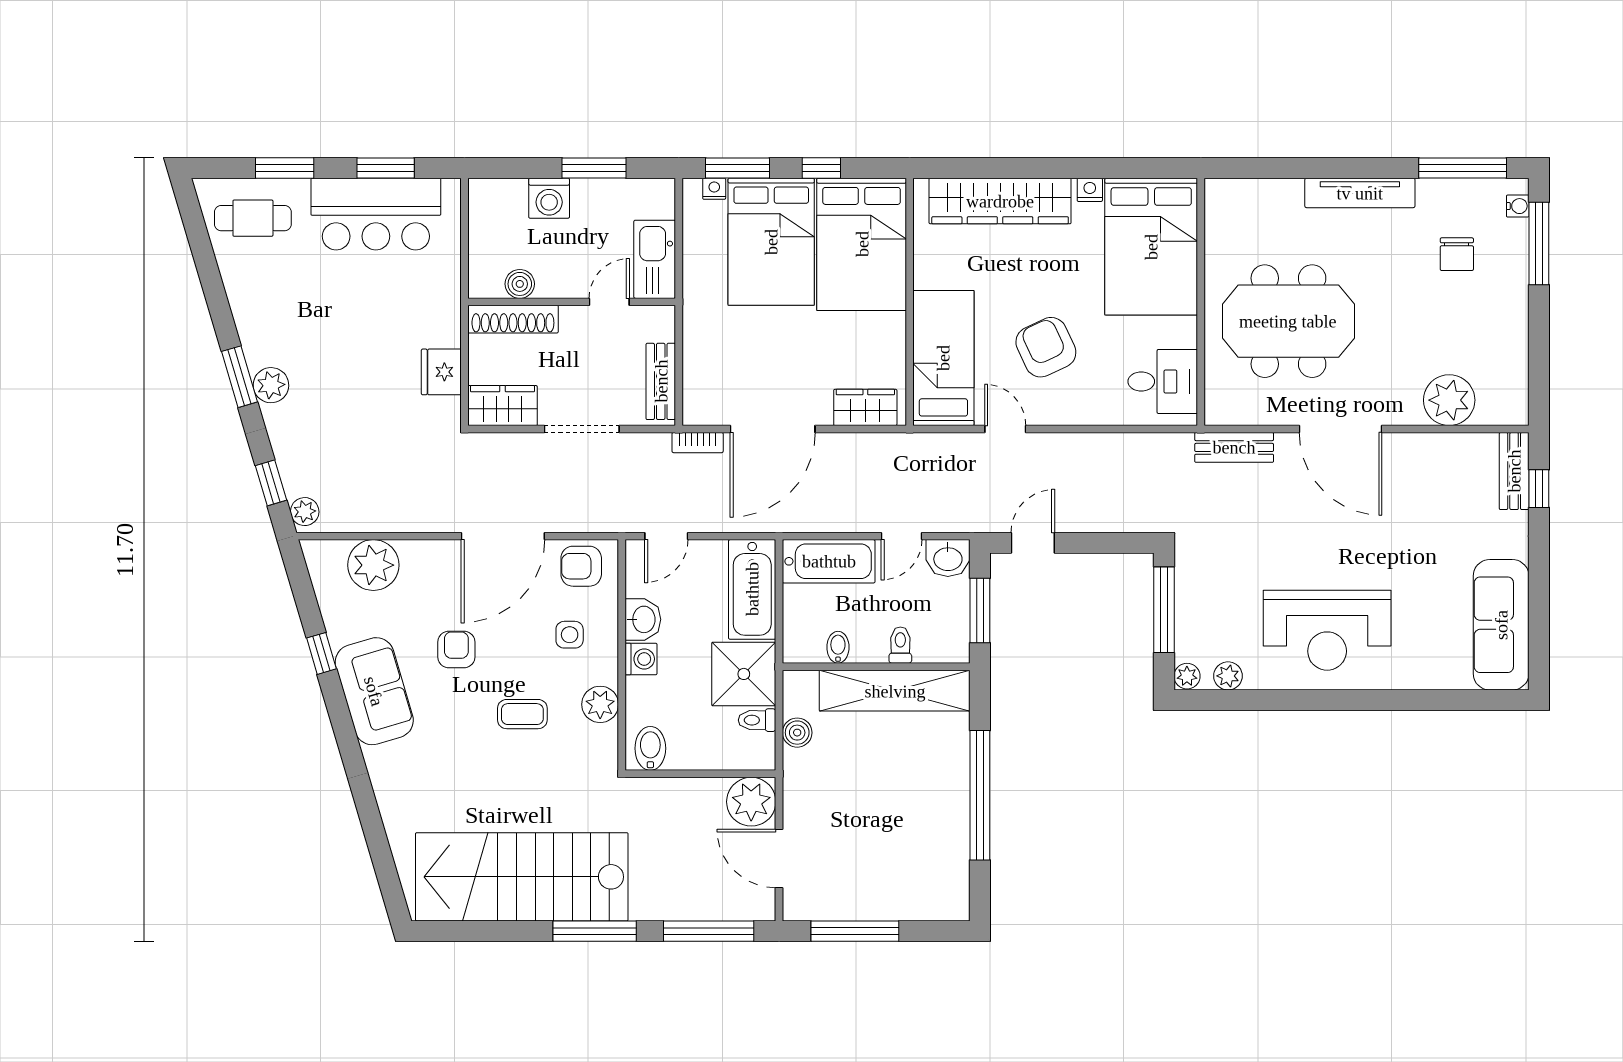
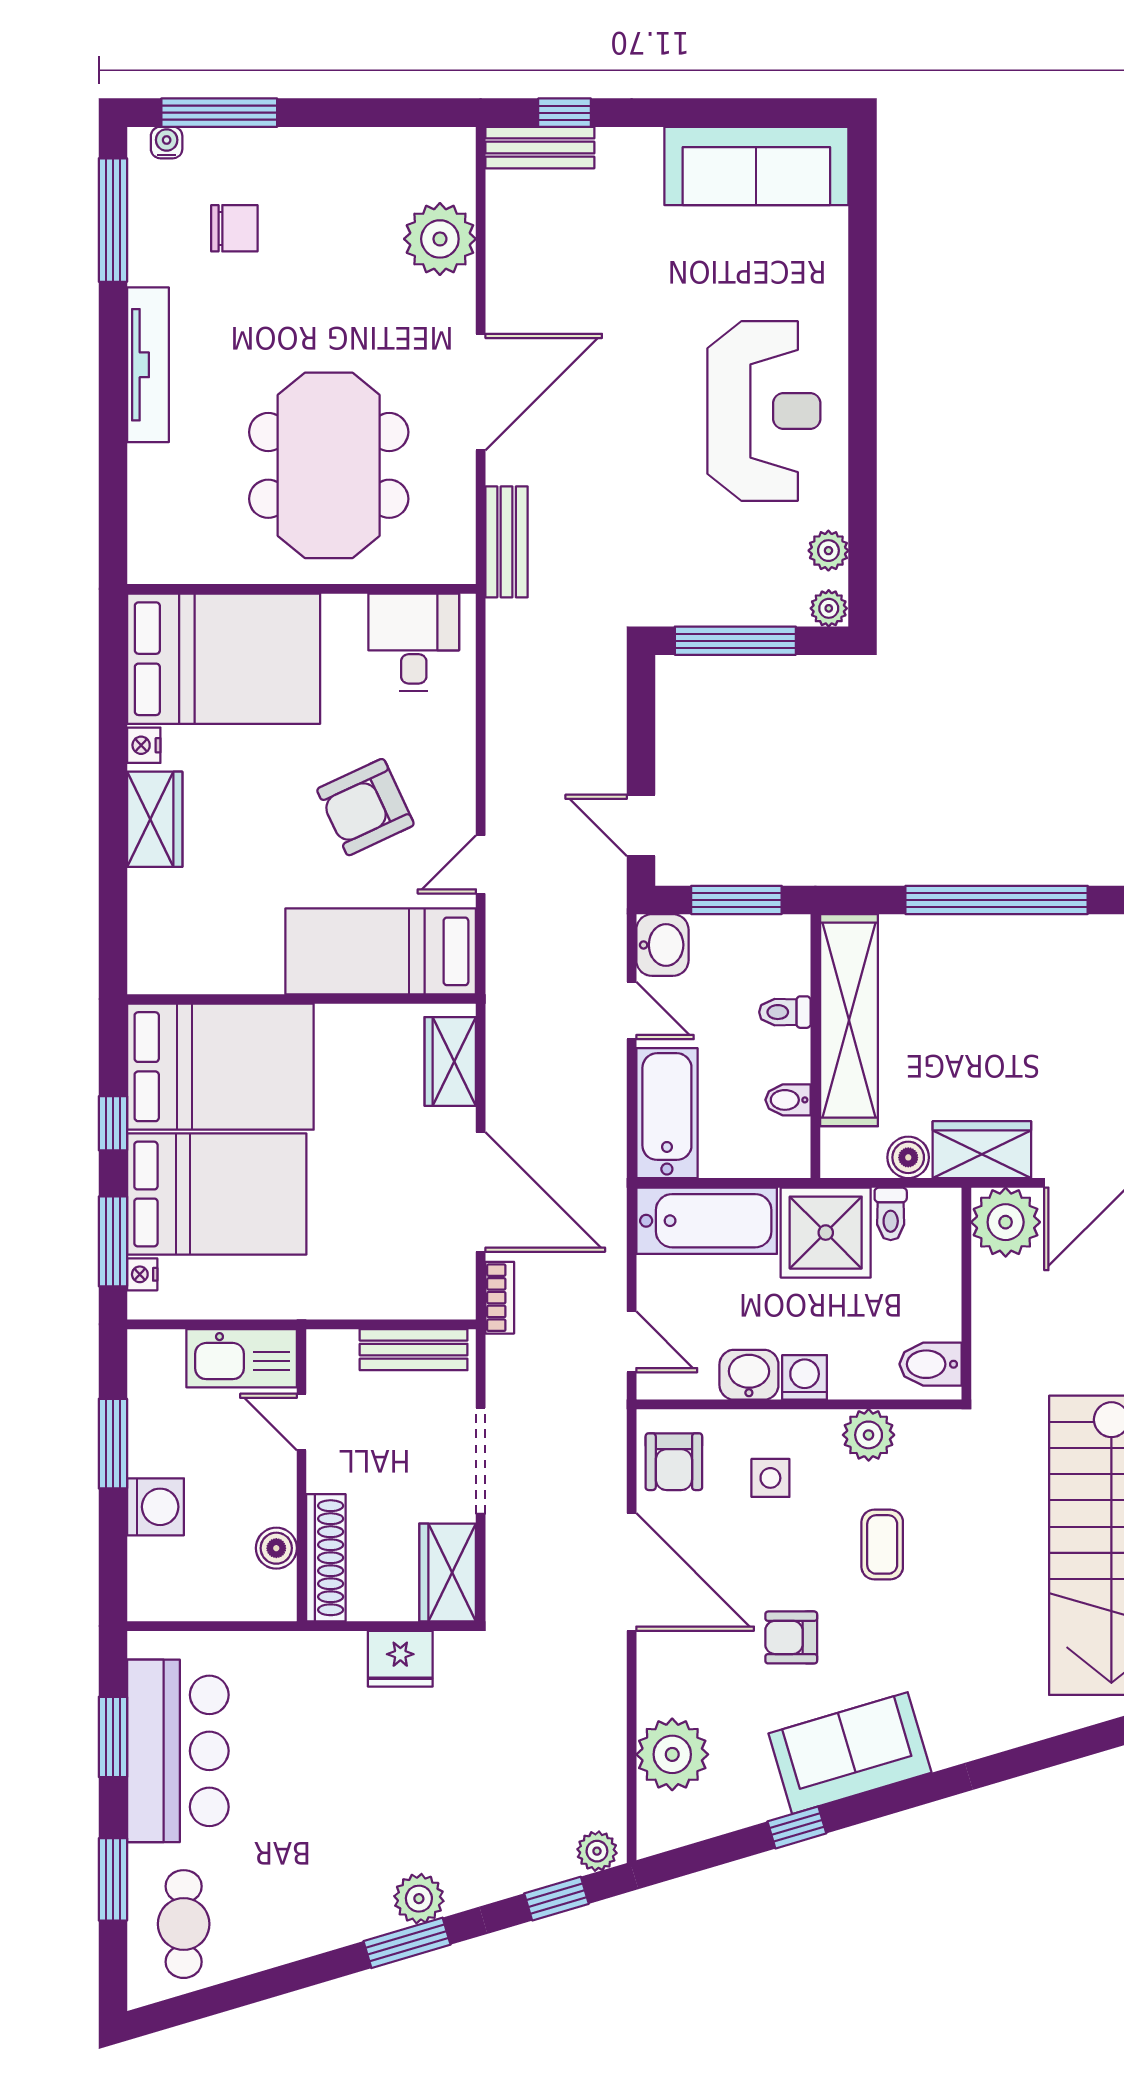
wardrobe: (1000, 201) -> (155, 819), width x0.48, depth x0.85
wardrobe: (803, 785) -> (982, 1150), added

